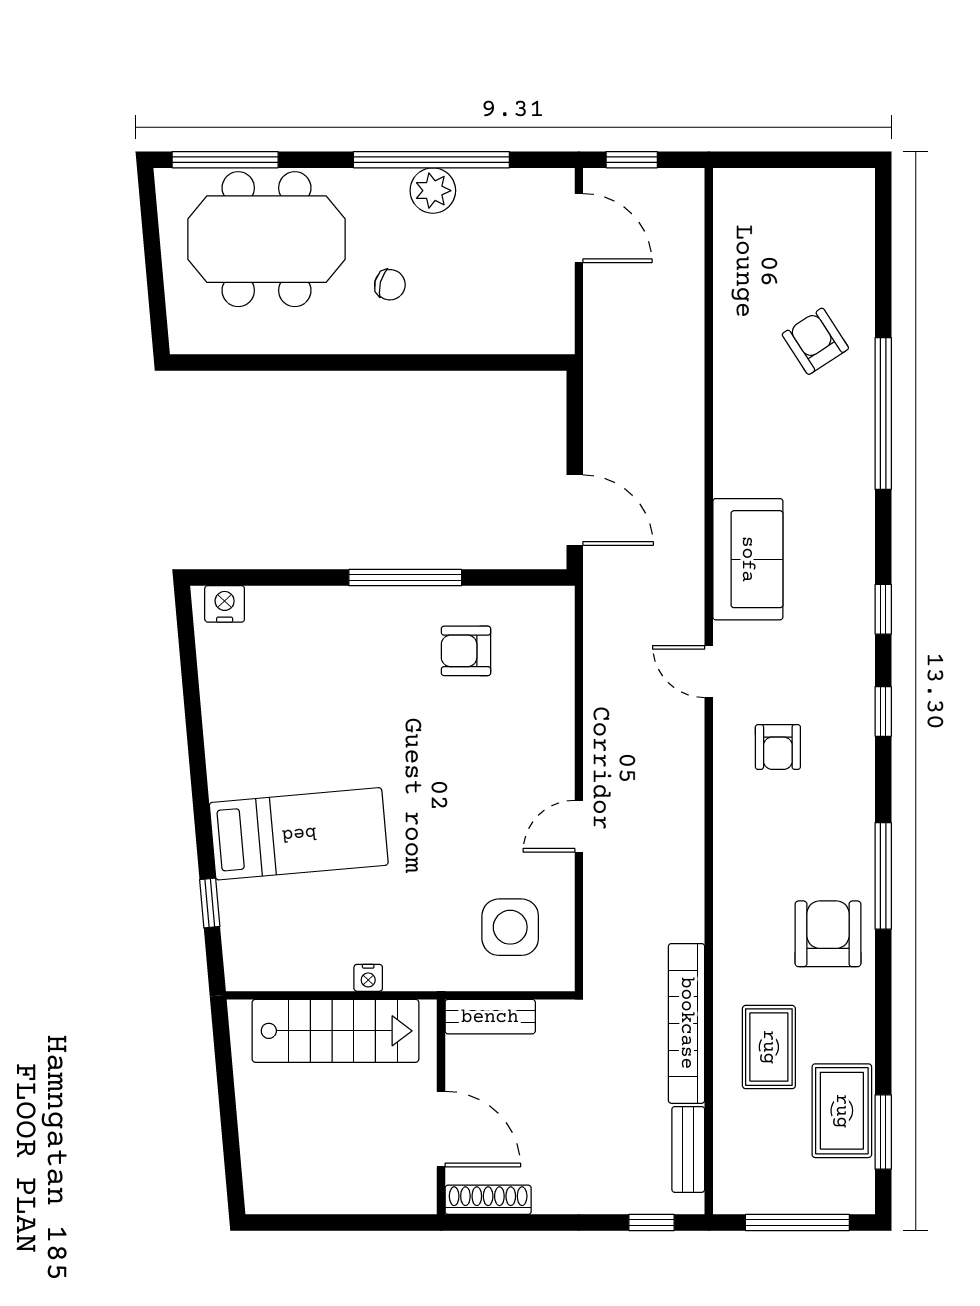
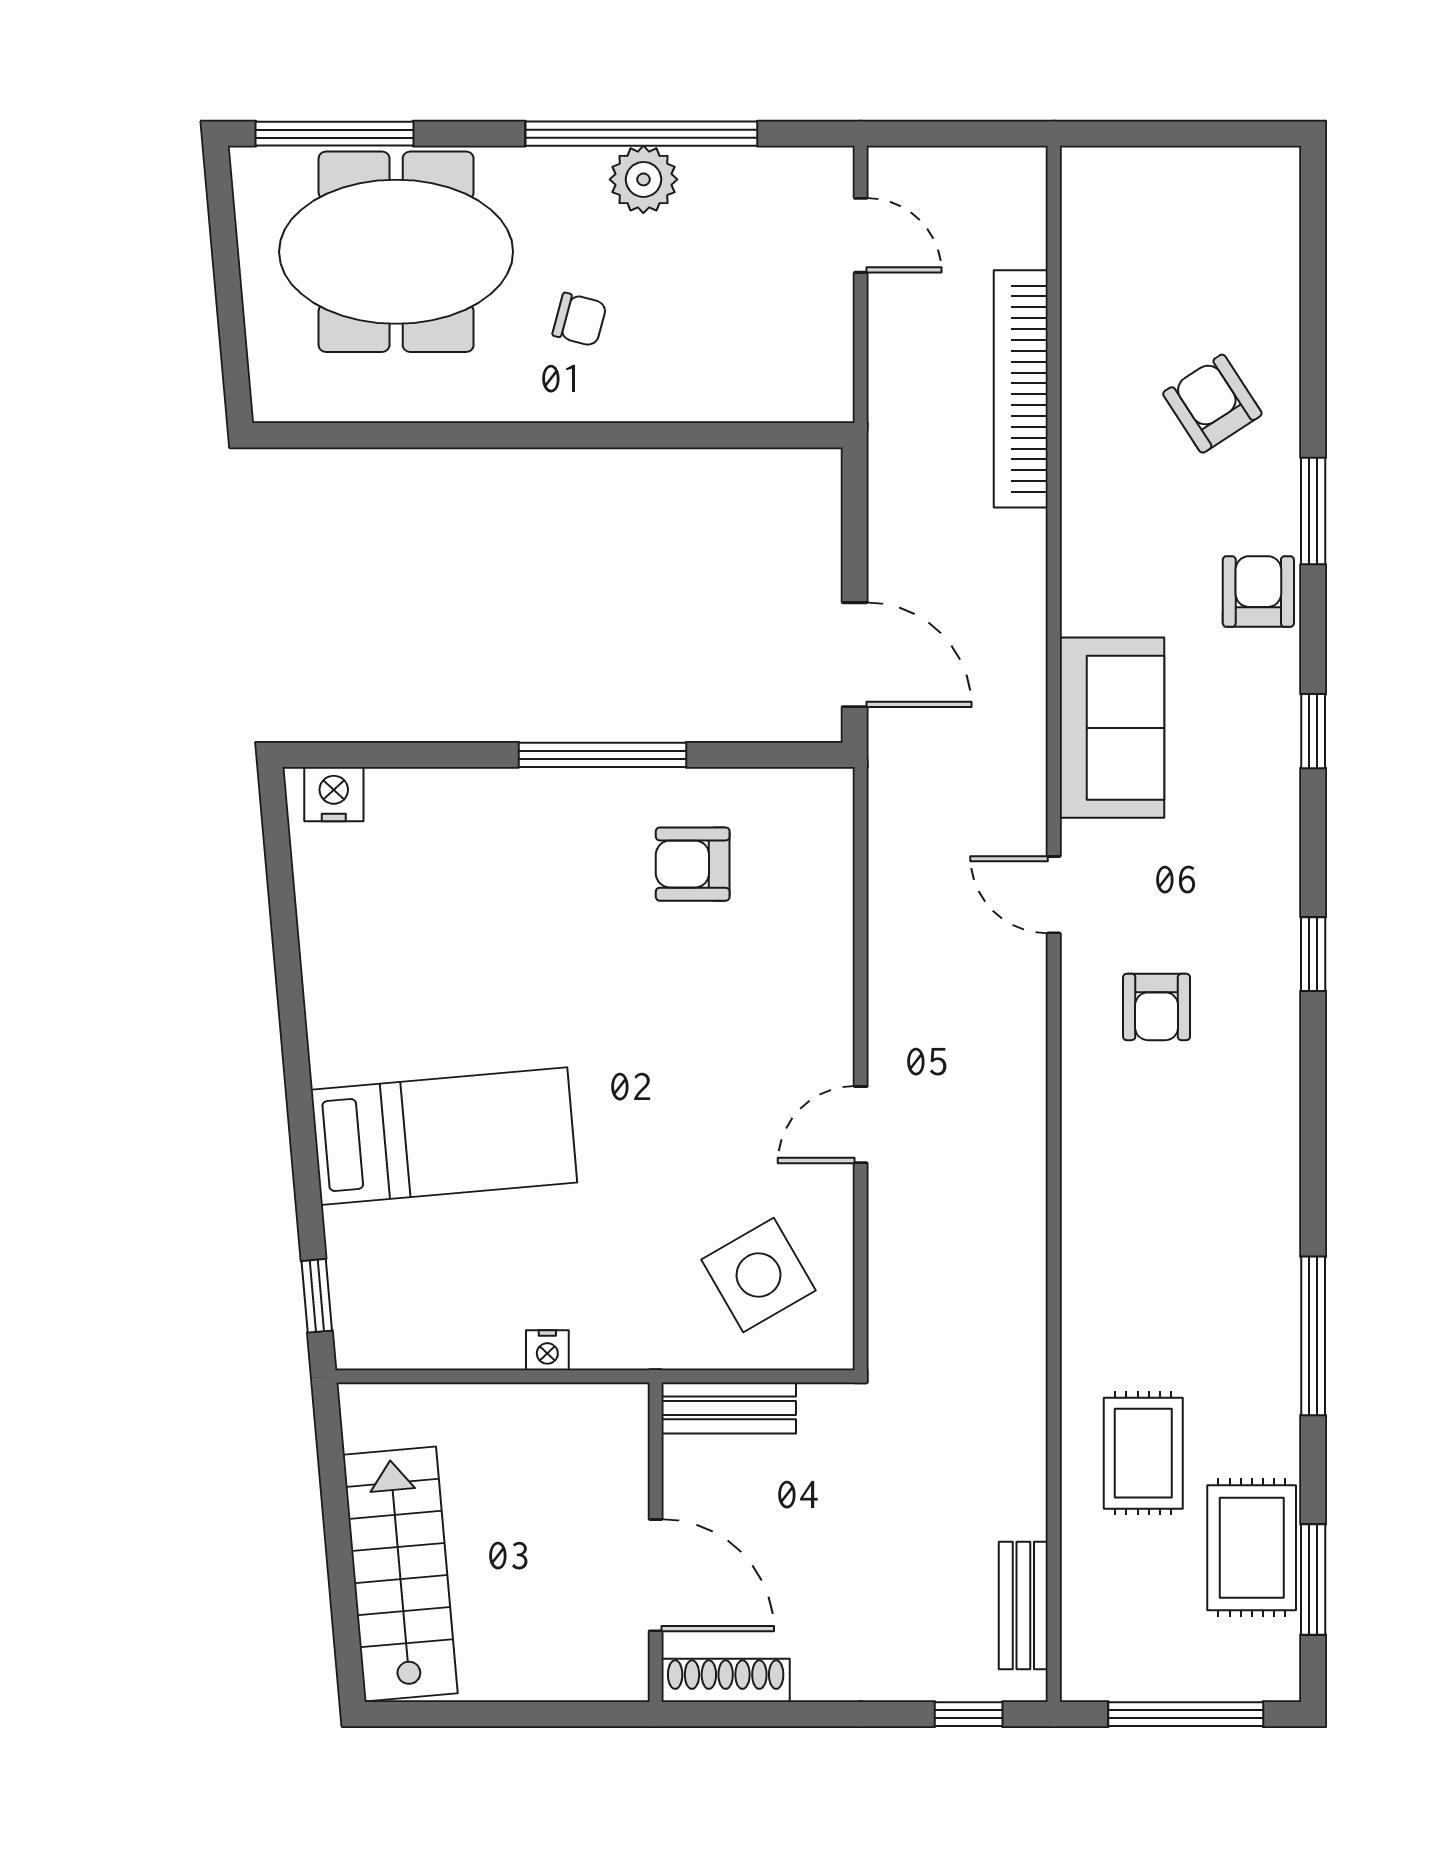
window: (632, 160) -> (939, 134), removed
door: (579, 228) -> (861, 235), width x0.73
window: (883, 413) -> (1313, 511), width x0.47
window: (883, 609) -> (1313, 731), moved
window: (883, 876) -> (1313, 1336), moved
window: (210, 903) -> (317, 1296), moved
side table: (510, 927) -> (759, 1275), turned -30
armchair: (828, 934) -> (1258, 592), moved, width x0.72, depth x0.72
bookcase: (687, 1023) -> (1021, 389), moved
stairs: (335, 1031) -> (400, 1574), moved, turned -95

